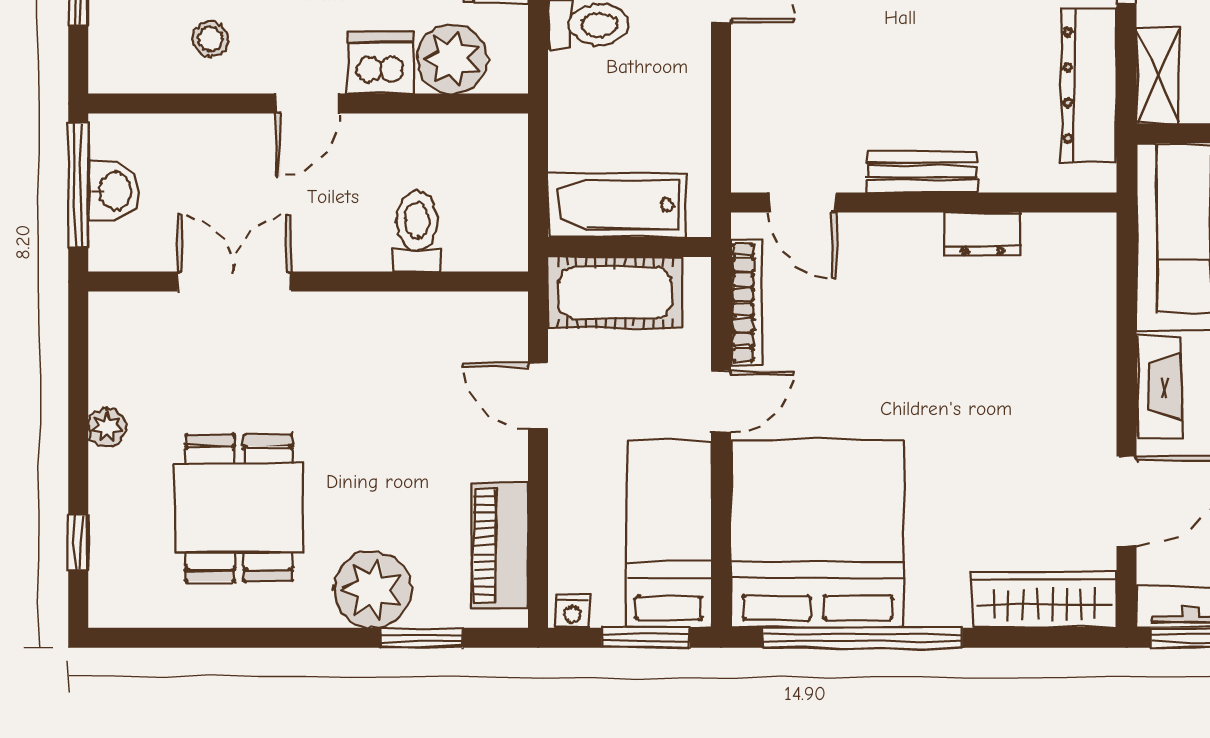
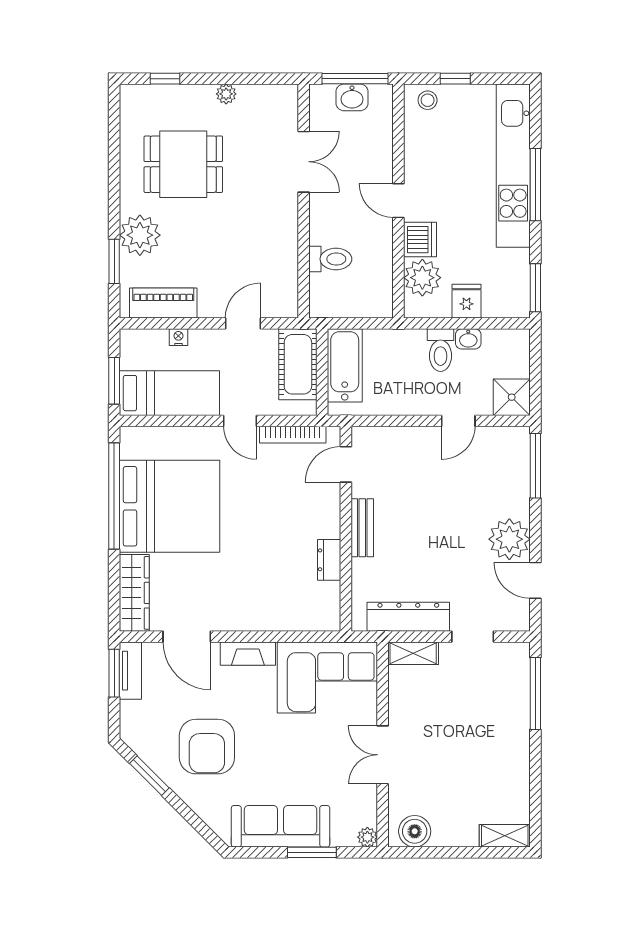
stool: (210, 39) -> (428, 100), moved
bed: (818, 534) -> (170, 506), moved
nightstand: (572, 612) -> (178, 337), moved, turned 90

